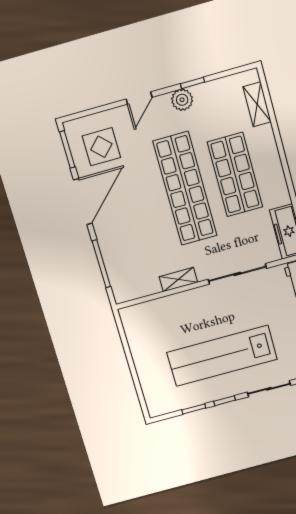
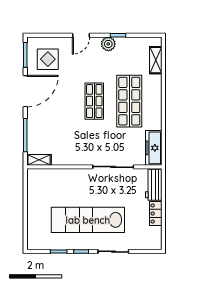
shop shelf: (185, 189) -> (94, 101), width x0.50, depth x0.74
shelving: (178, 279) -> (39, 160), moved

